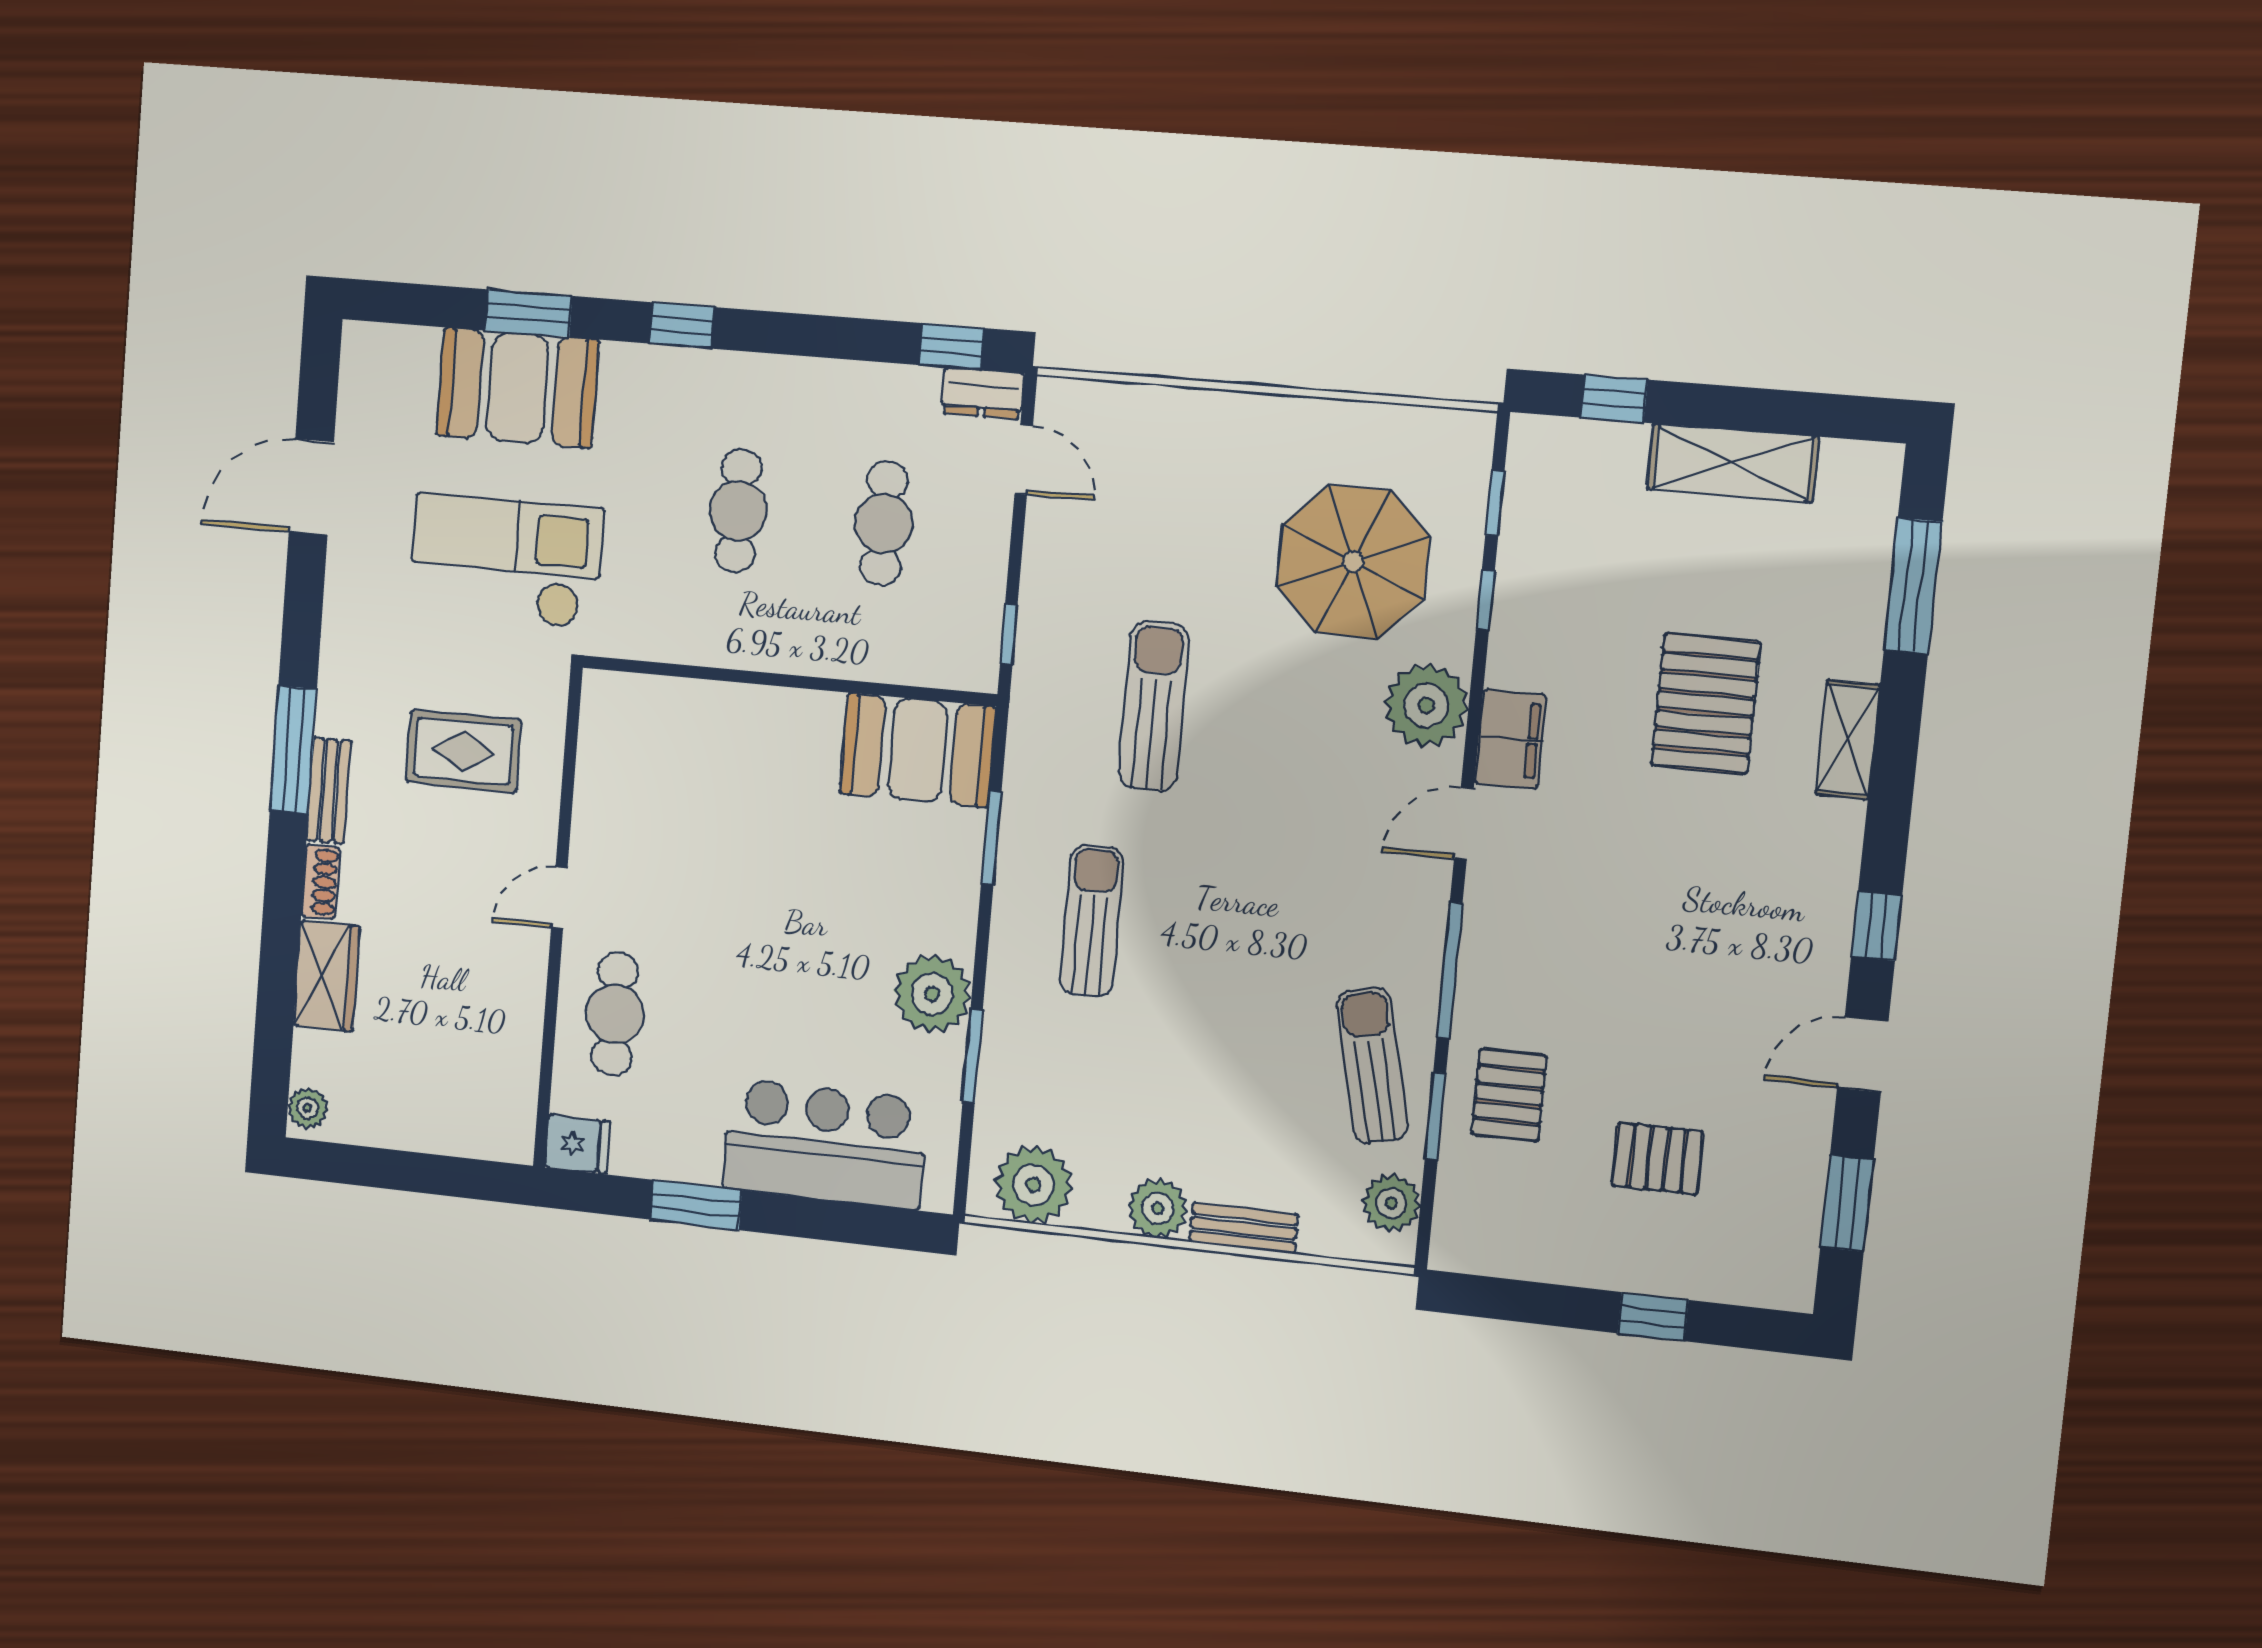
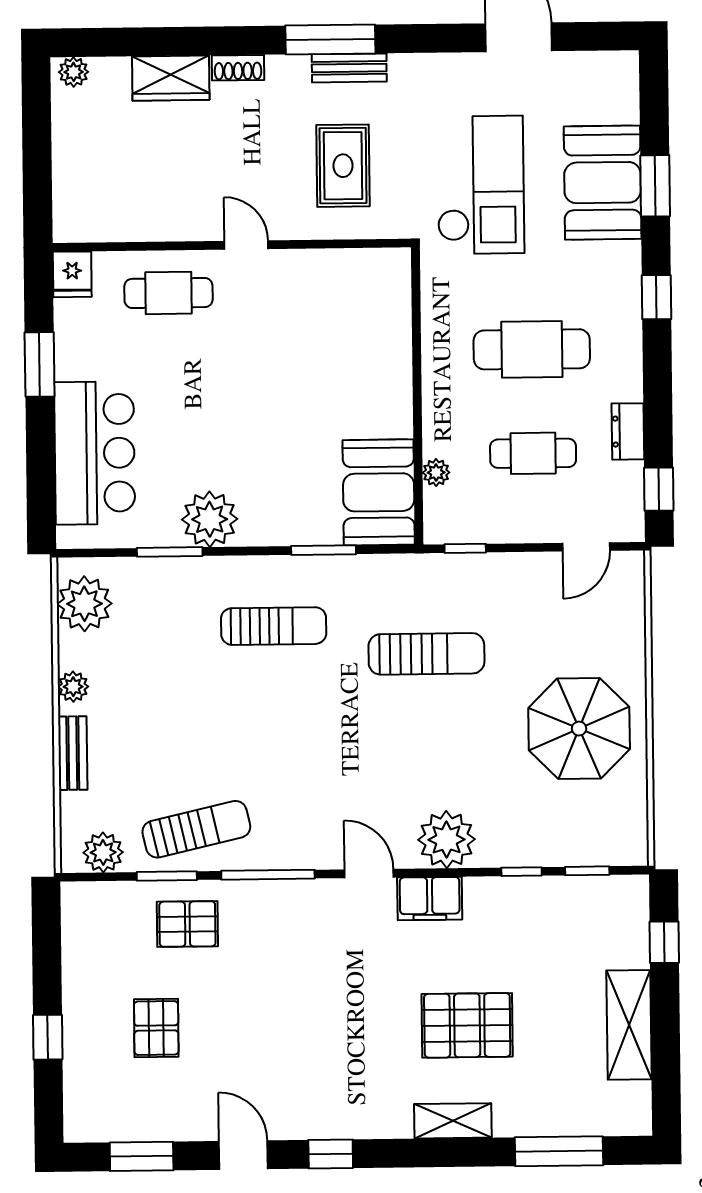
dresser: (983, 393) -> (628, 431), moved
cafe table: (738, 511) -> (532, 349), width x1.37, depth x1.35
parasol: (1353, 562) -> (579, 729), moved
plant: (898, 665) -> (436, 473), added
bench: (329, 791) -> (349, 68), moved
plant: (1158, 1208) -> (73, 687), width x0.73, depth x0.73

